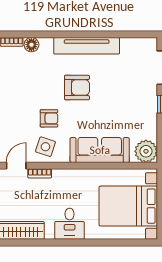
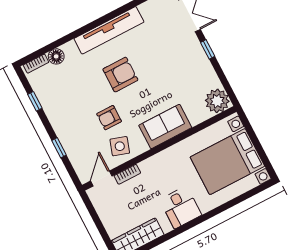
armchair: (49, 118) -> (109, 118), turned 180
sofa: (100, 150) -> (165, 126), width x0.73

